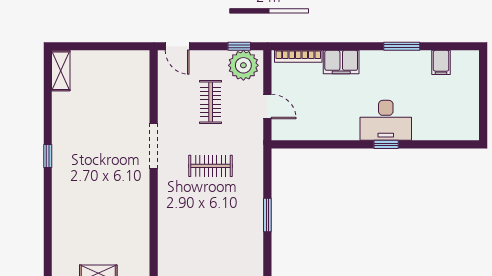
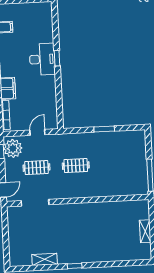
shelving: (61, 71) -> (45, 259), moved
doorway: (154, 146) -> (35, 203), moved
clothes rail: (211, 166) -> (76, 166), turned 90

